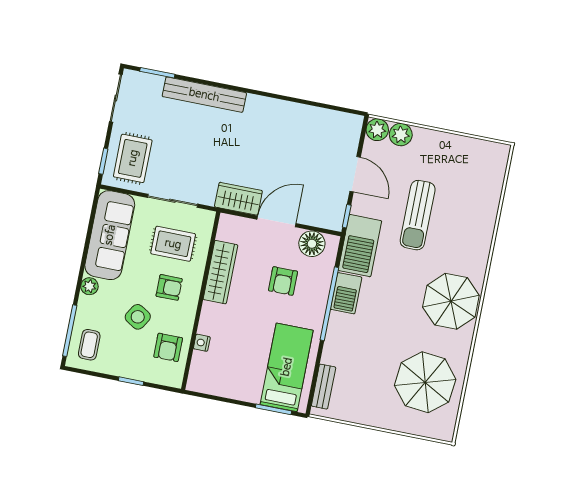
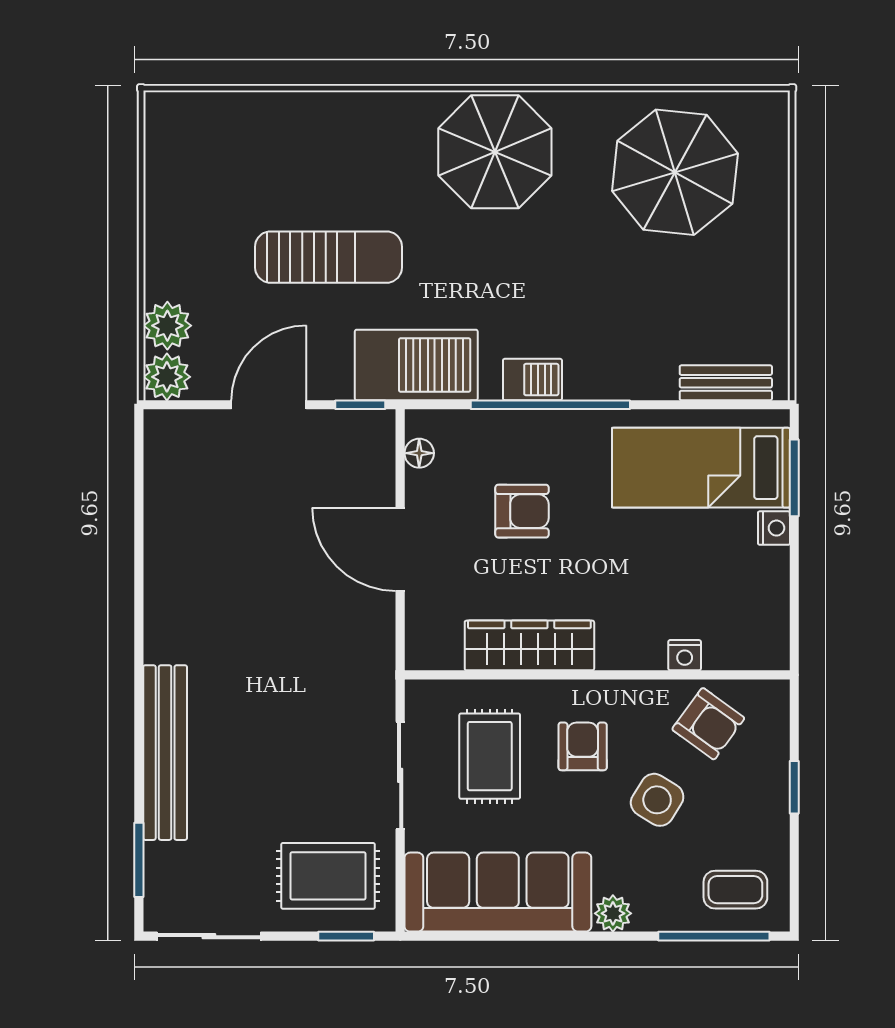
wardrobe: (238, 199) -> (369, 638), removed
floor lamp: (312, 244) -> (419, 453), width x0.53, depth x0.53
barbecue: (346, 293) -> (532, 380), width x0.73, depth x0.79
armchair: (168, 347) -> (708, 724), turned 36
nightstand: (252, 395) -> (774, 528), added

